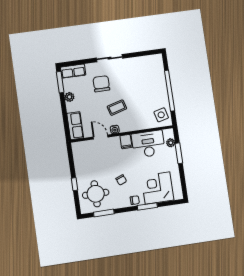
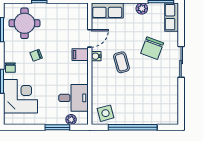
chair: (101, 84) -> (152, 48), turned 110
filing cabinet: (126, 142) -> (80, 55), moved
desk: (148, 144) -> (73, 98), width x0.73

